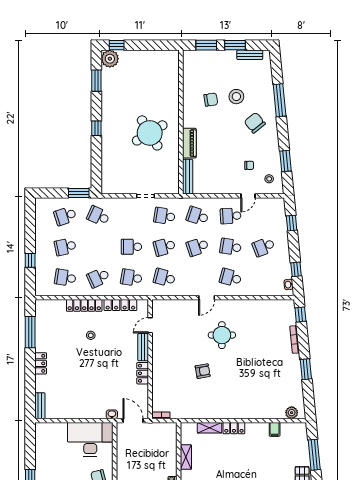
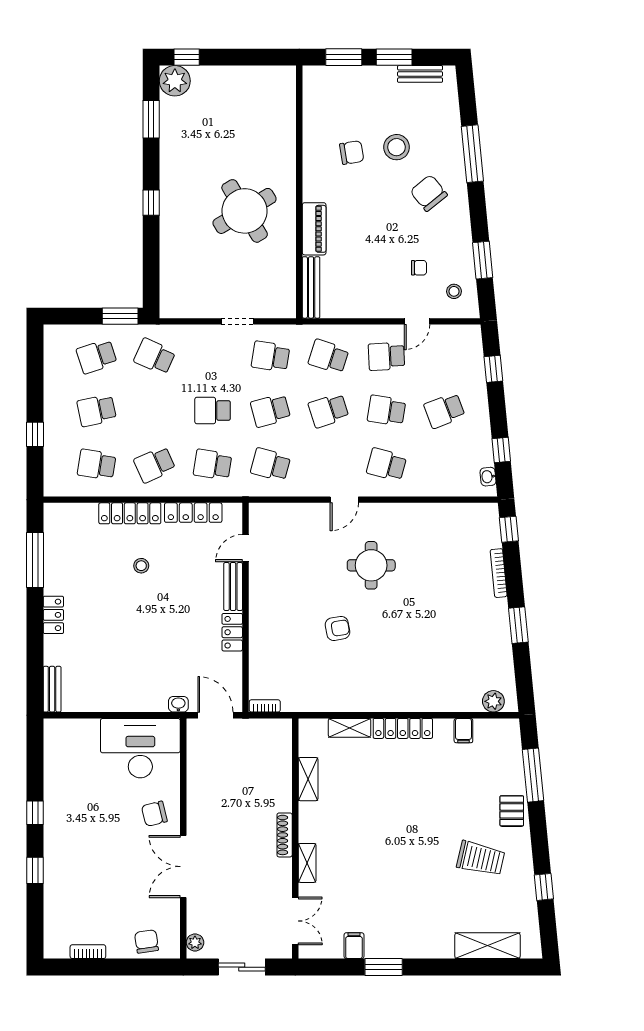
locker: (234, 428) -> (403, 728), width x1.53

